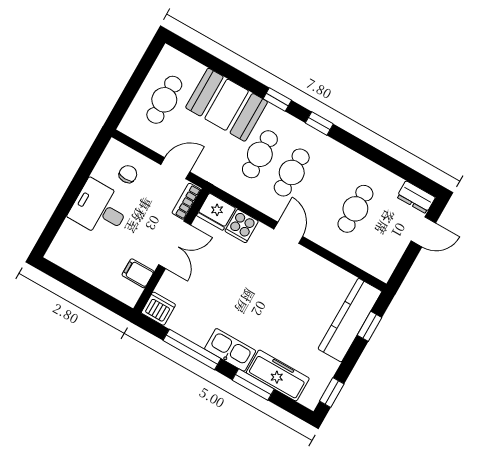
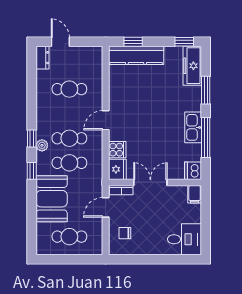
plant: (303, 132) -> (42, 145), added
door: (175, 168) -> (106, 207), hinge flipped
desk: (100, 209) -> (184, 239), moved, turned -90
filing cabinet: (138, 273) -> (195, 194), moved
kitchen sink: (230, 350) -> (193, 127), moved
freezer: (278, 375) -> (192, 66), moved

